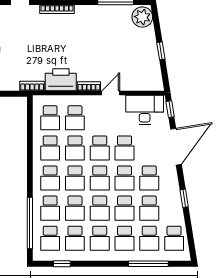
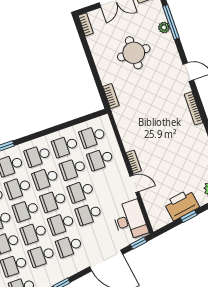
printer: (61, 80) -> (182, 205), moved, turned -99
bookcase: (32, 86) -> (111, 96), moved

